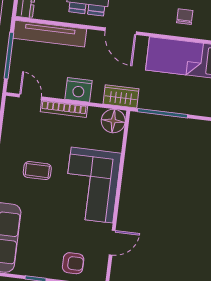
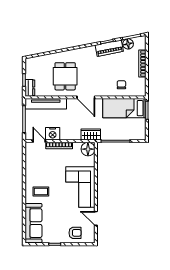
nightstand: (79, 90) -> (53, 134), moved
coffee table: (37, 171) -> (41, 191), moved
door: (112, 243) -> (96, 218), swing flipped

